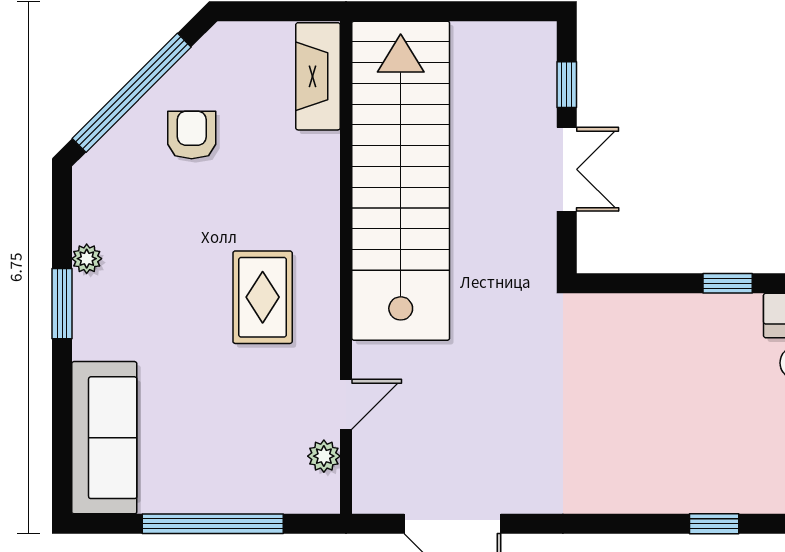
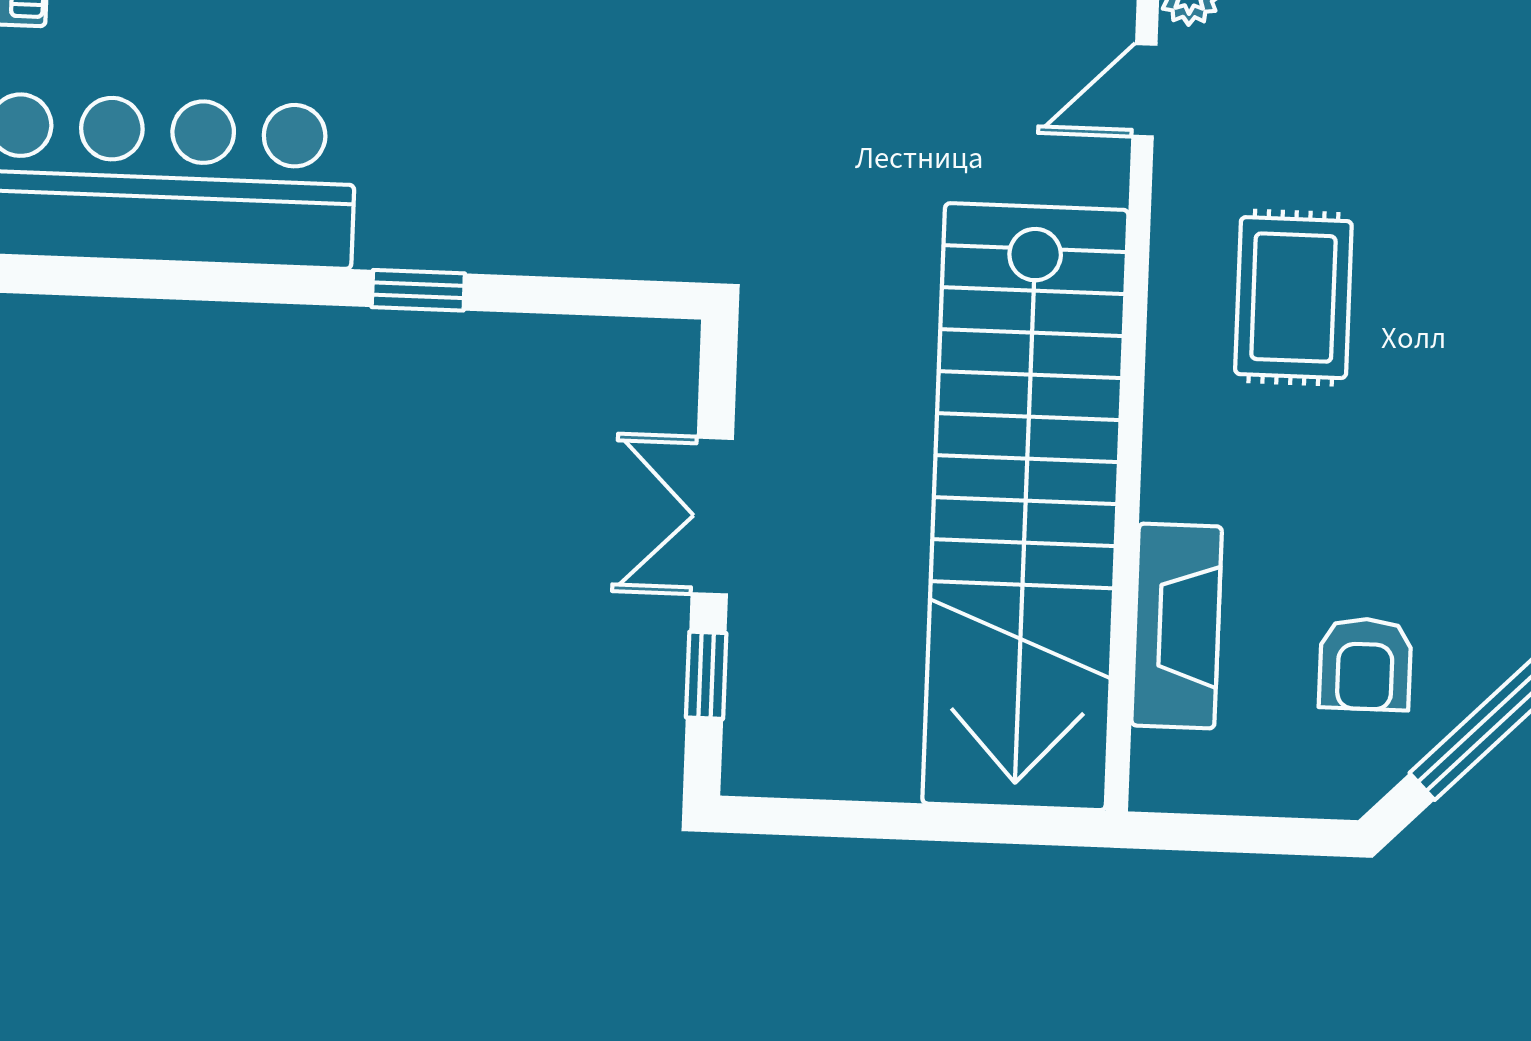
fireplace: (318, 76) -> (1177, 626), moved
armchair: (192, 135) -> (1365, 664), moved

